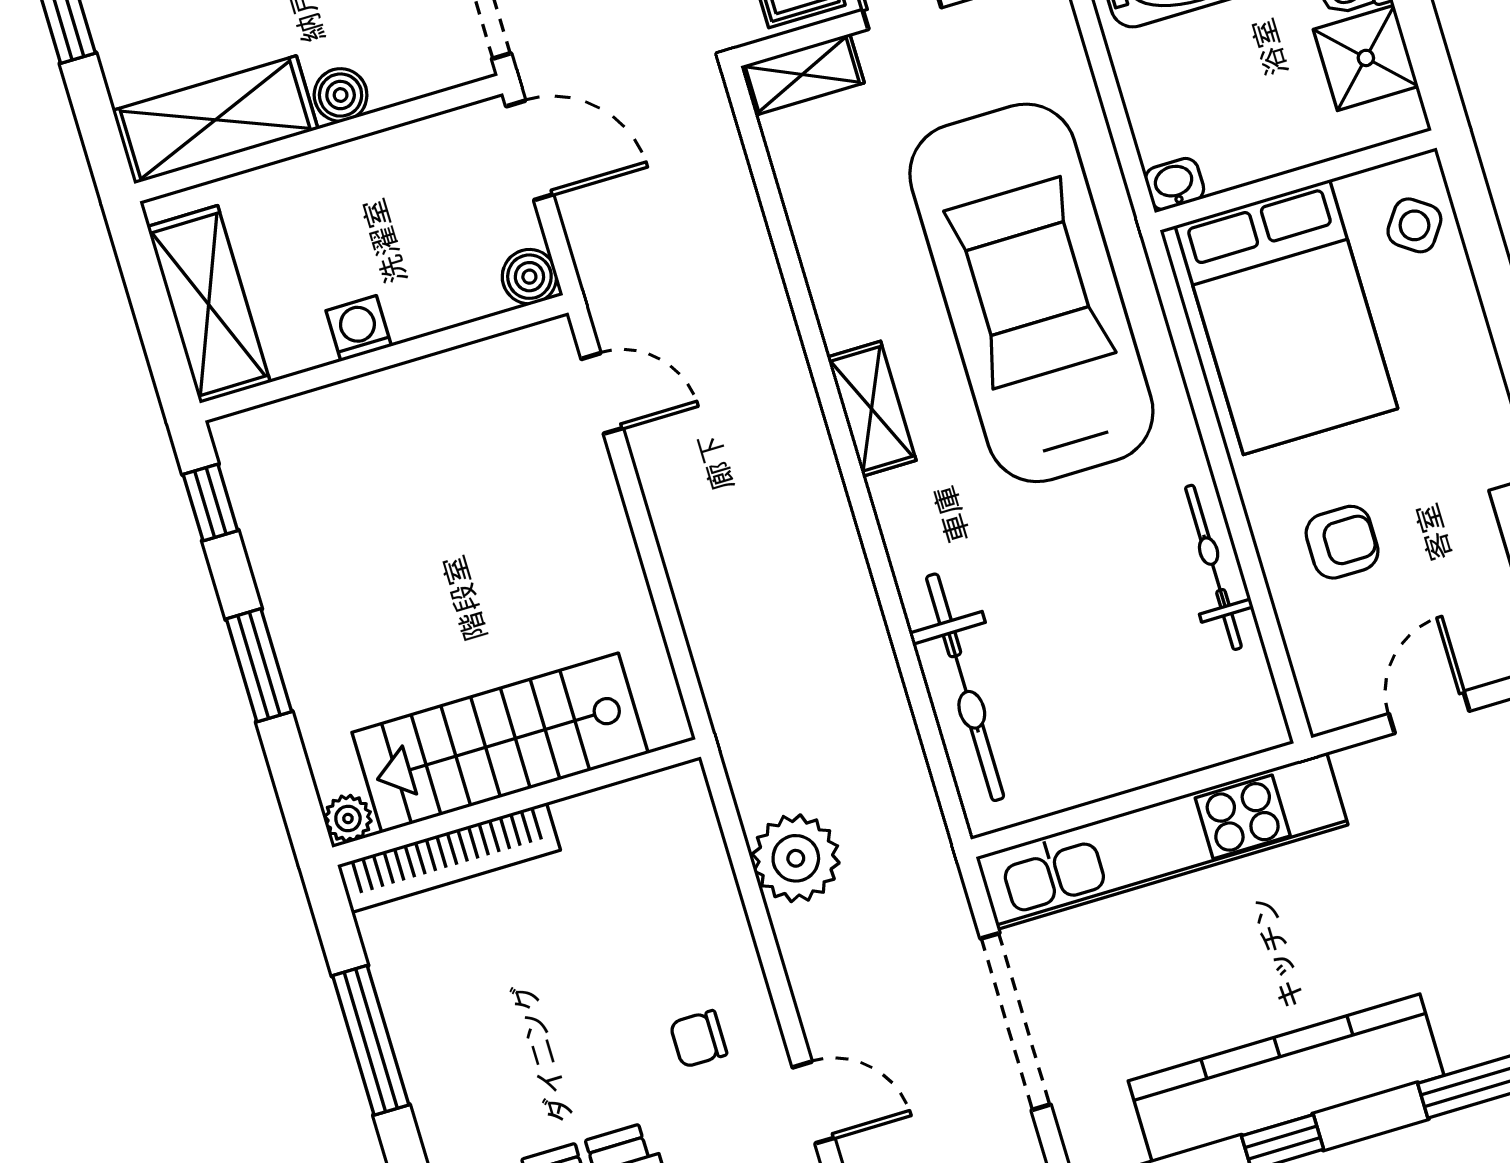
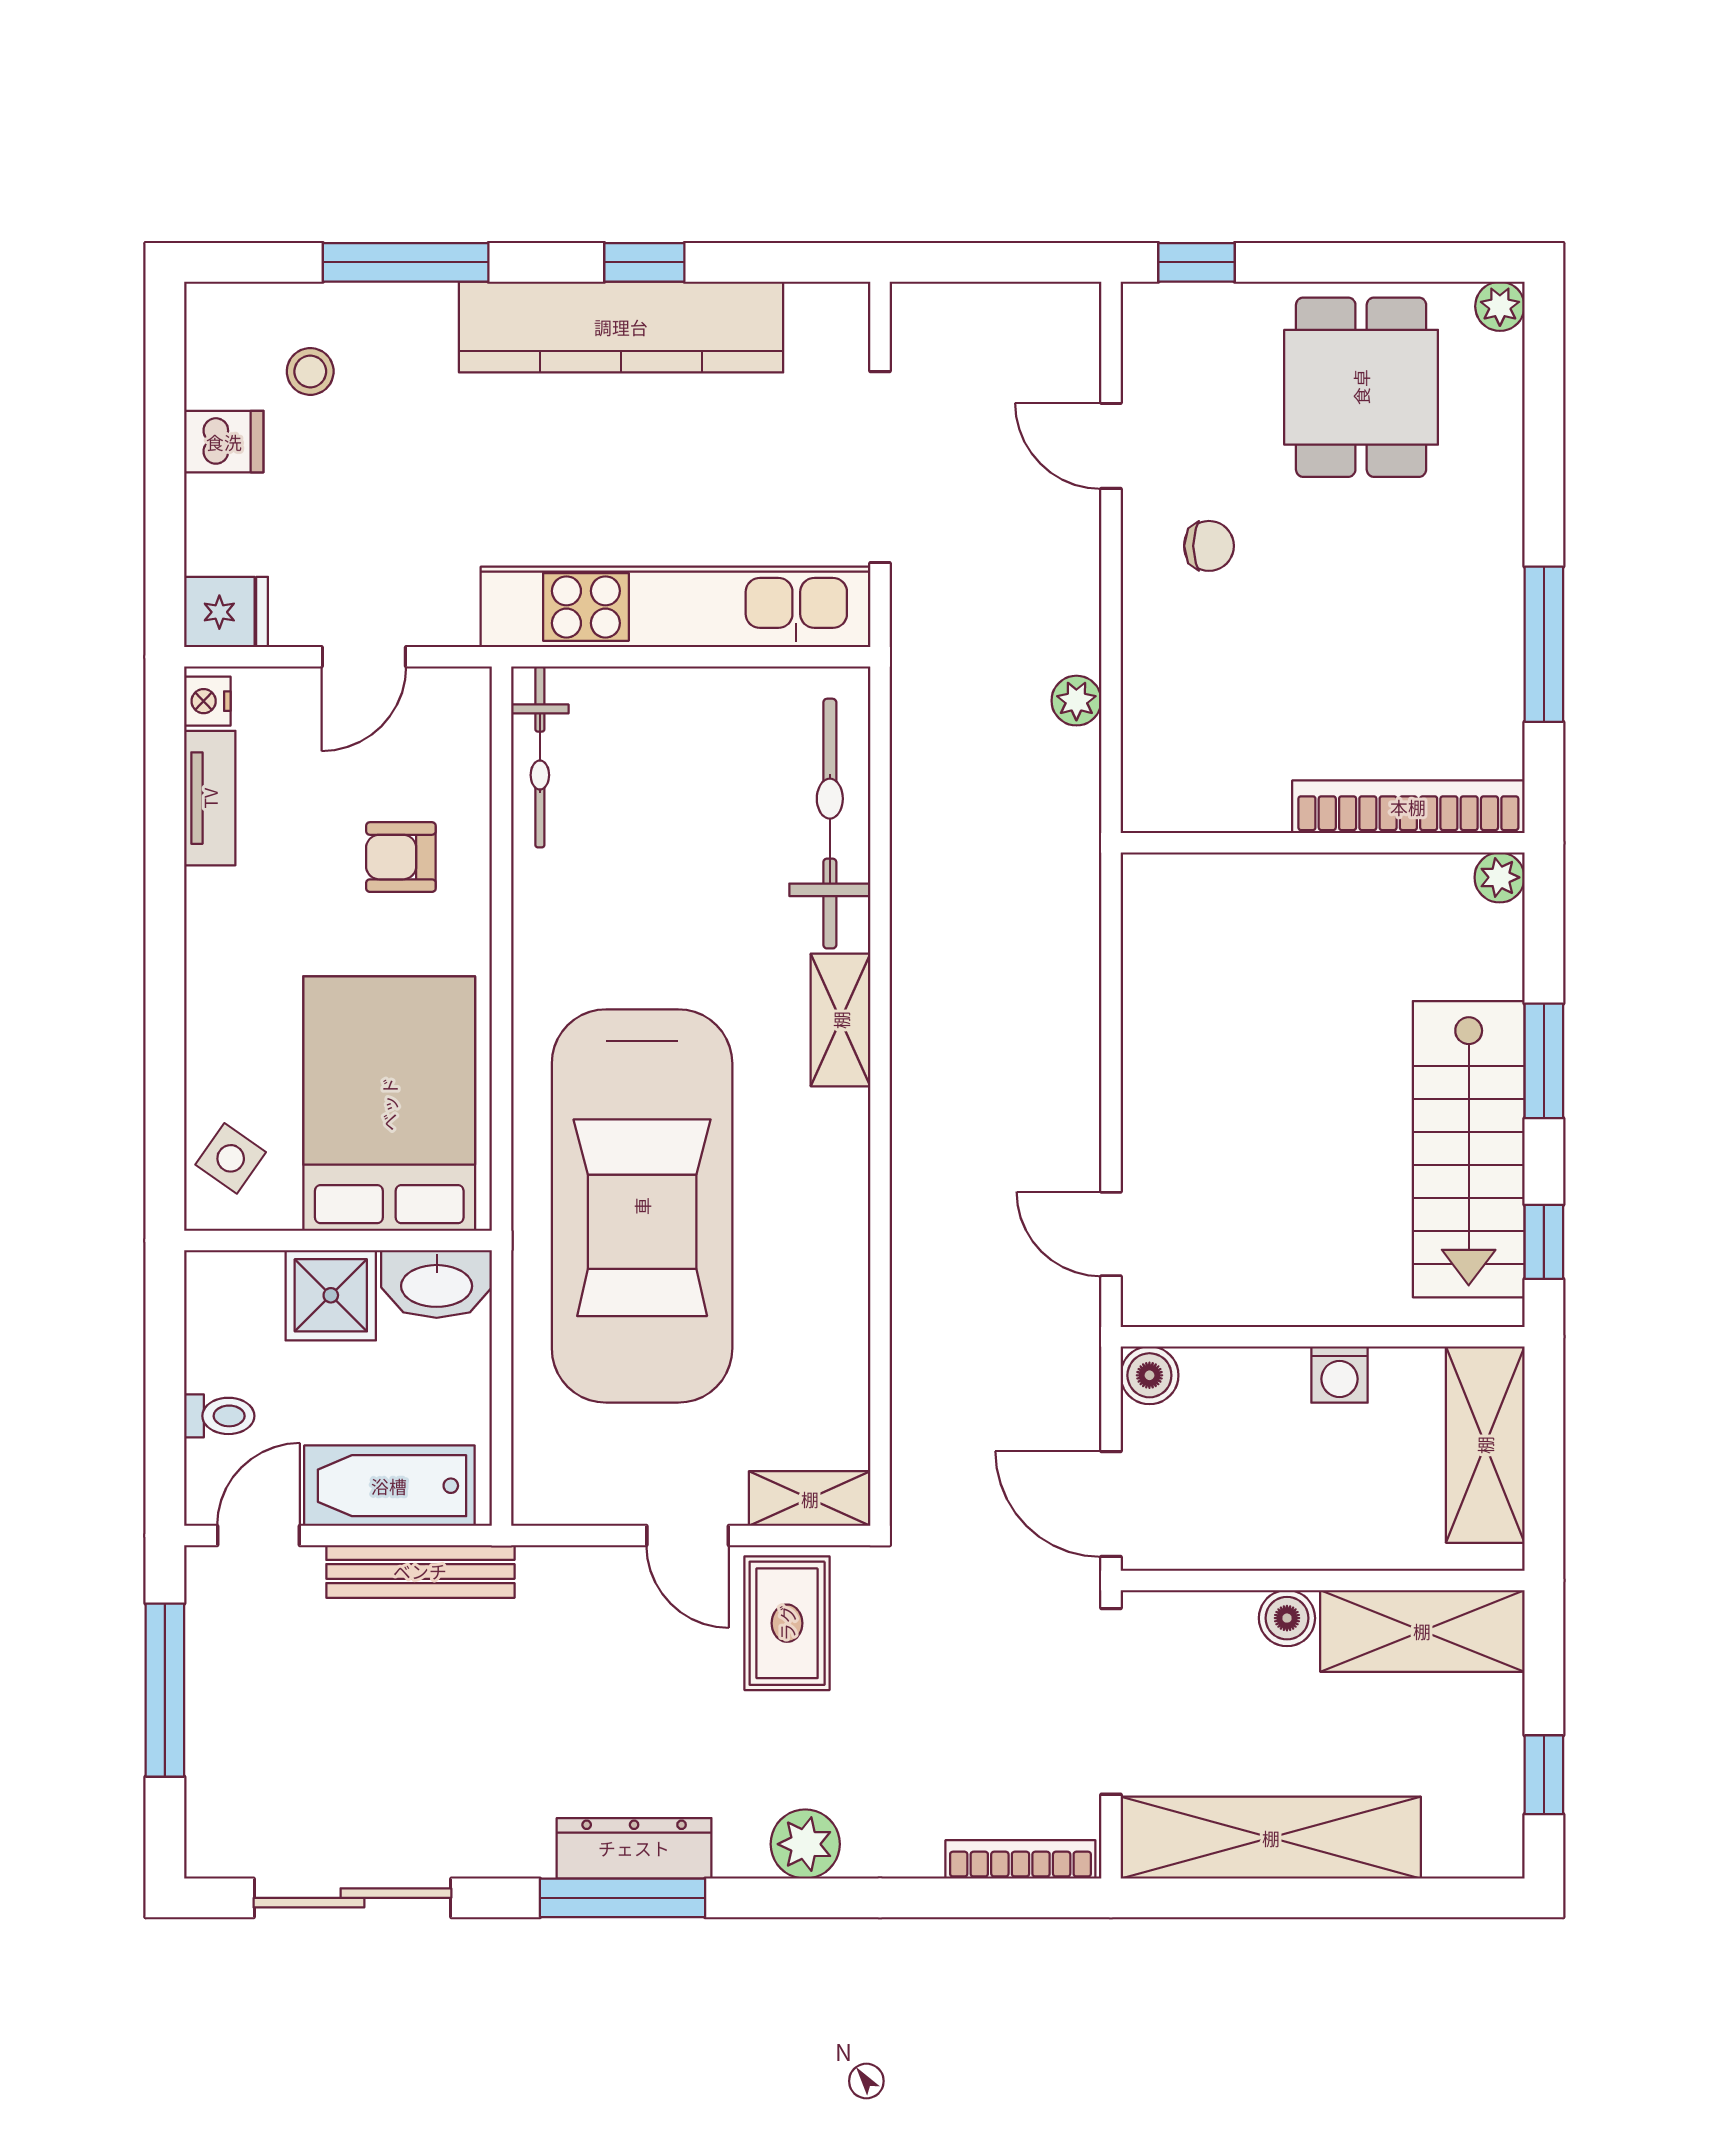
shower: (1366, 58) -> (331, 1295), moved
washbasin: (1174, 184) -> (437, 1284), width x1.91, depth x1.45
shelving: (872, 409) -> (841, 1020), moved
bicycle: (1213, 567) -> (540, 757), moved
stairs: (500, 743) -> (1469, 1149), moved, turned 90
plant: (796, 858) -> (1076, 701), width x0.53, depth x0.53

